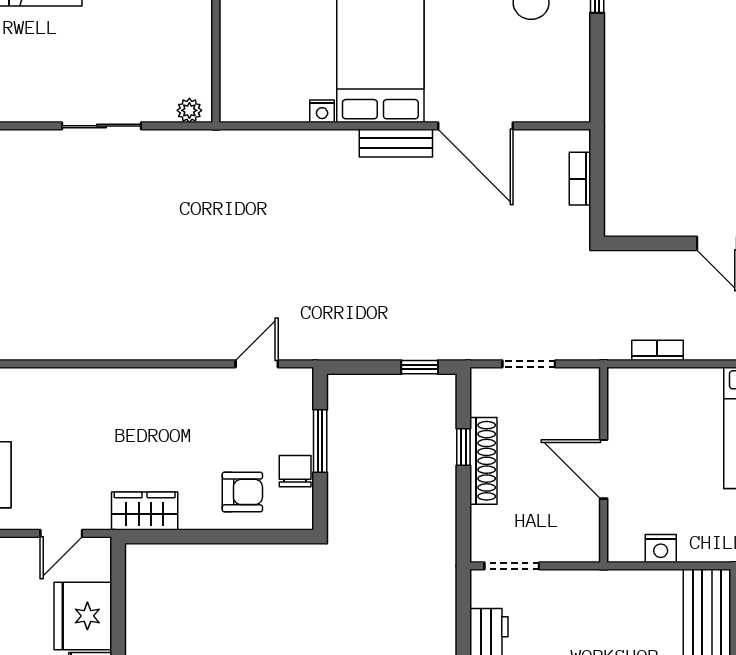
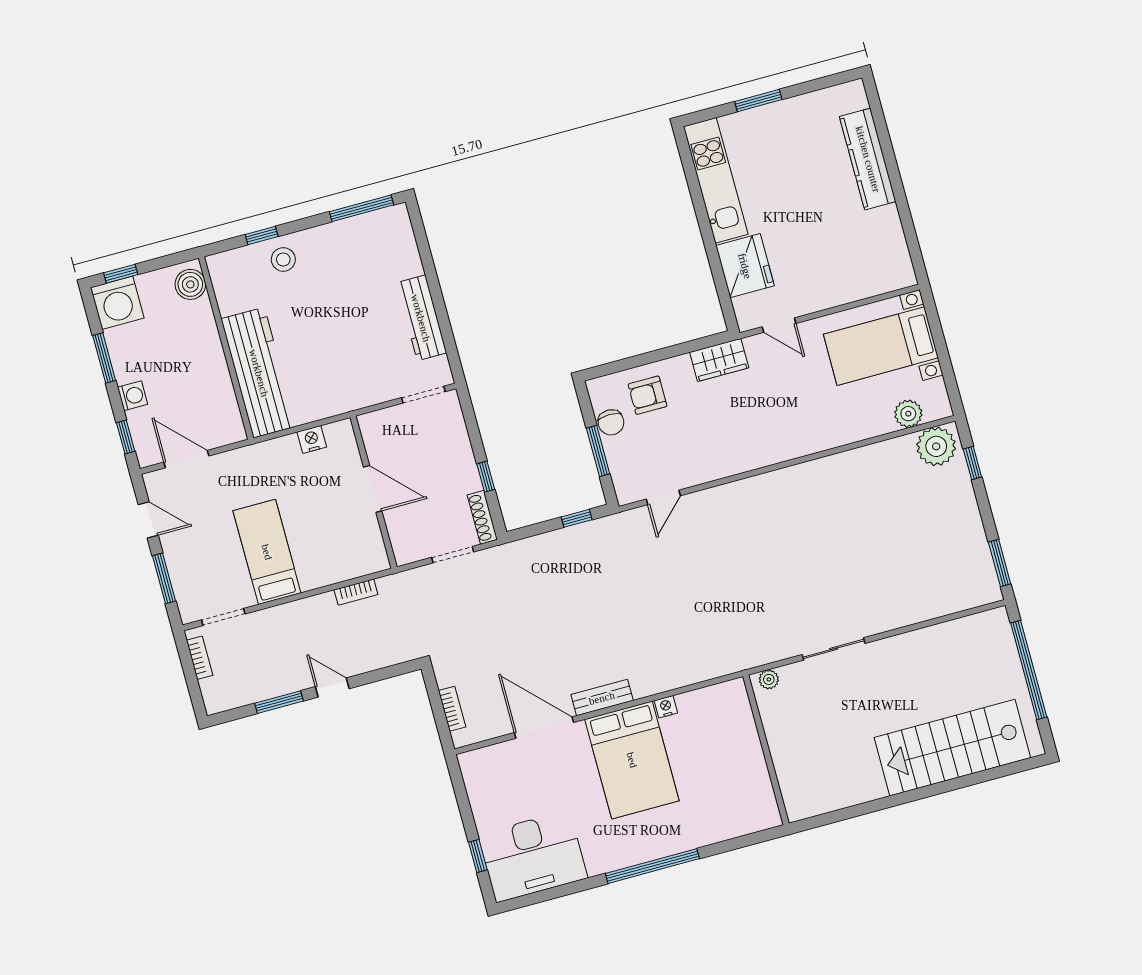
window: (420, 367) -> (577, 518), moved
shoe rack: (483, 461) -> (482, 517), moved, width x0.74, depth x0.81
door: (61, 533) -> (779, 325), swing flipped

